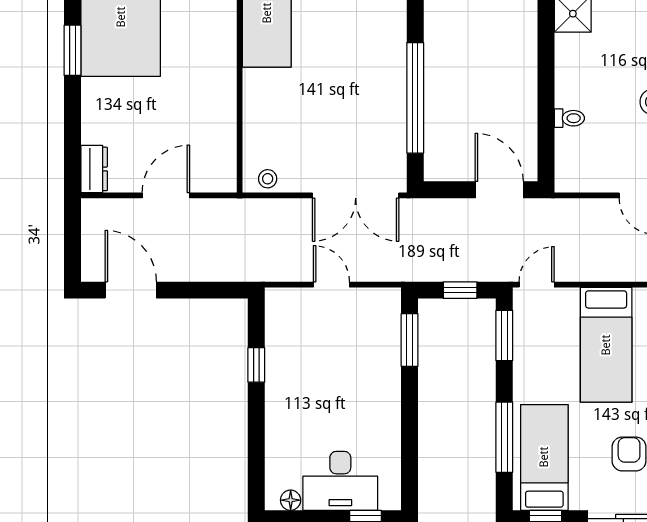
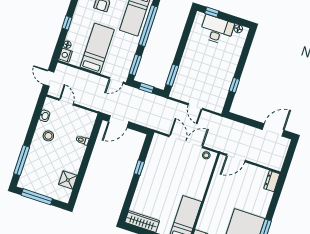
window: (415, 98) -> (139, 168), width x0.32
door: (499, 190) -> (119, 122), hinge flipped
door: (166, 195) -> (236, 158), moved
double door: (356, 195) -> (186, 141), moved
door: (131, 290) -> (273, 130), swing flipped
window: (504, 437) -> (148, 26), width x1.46

